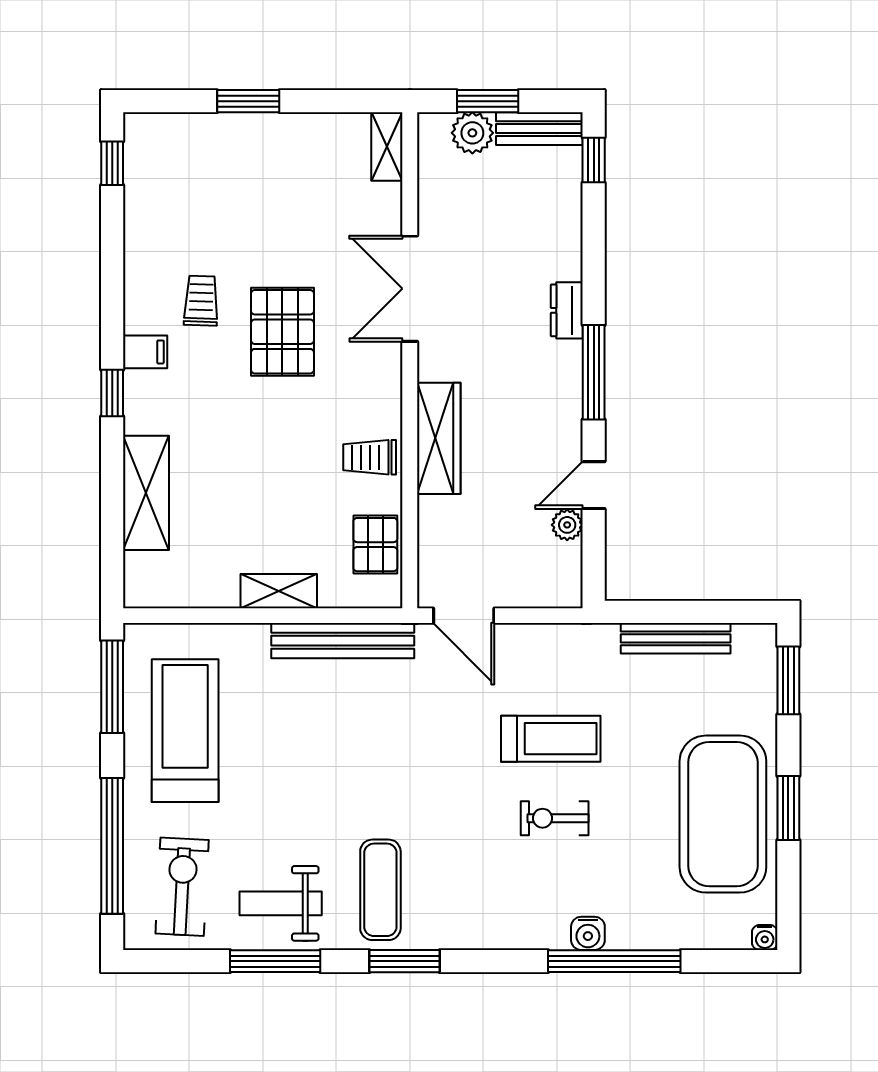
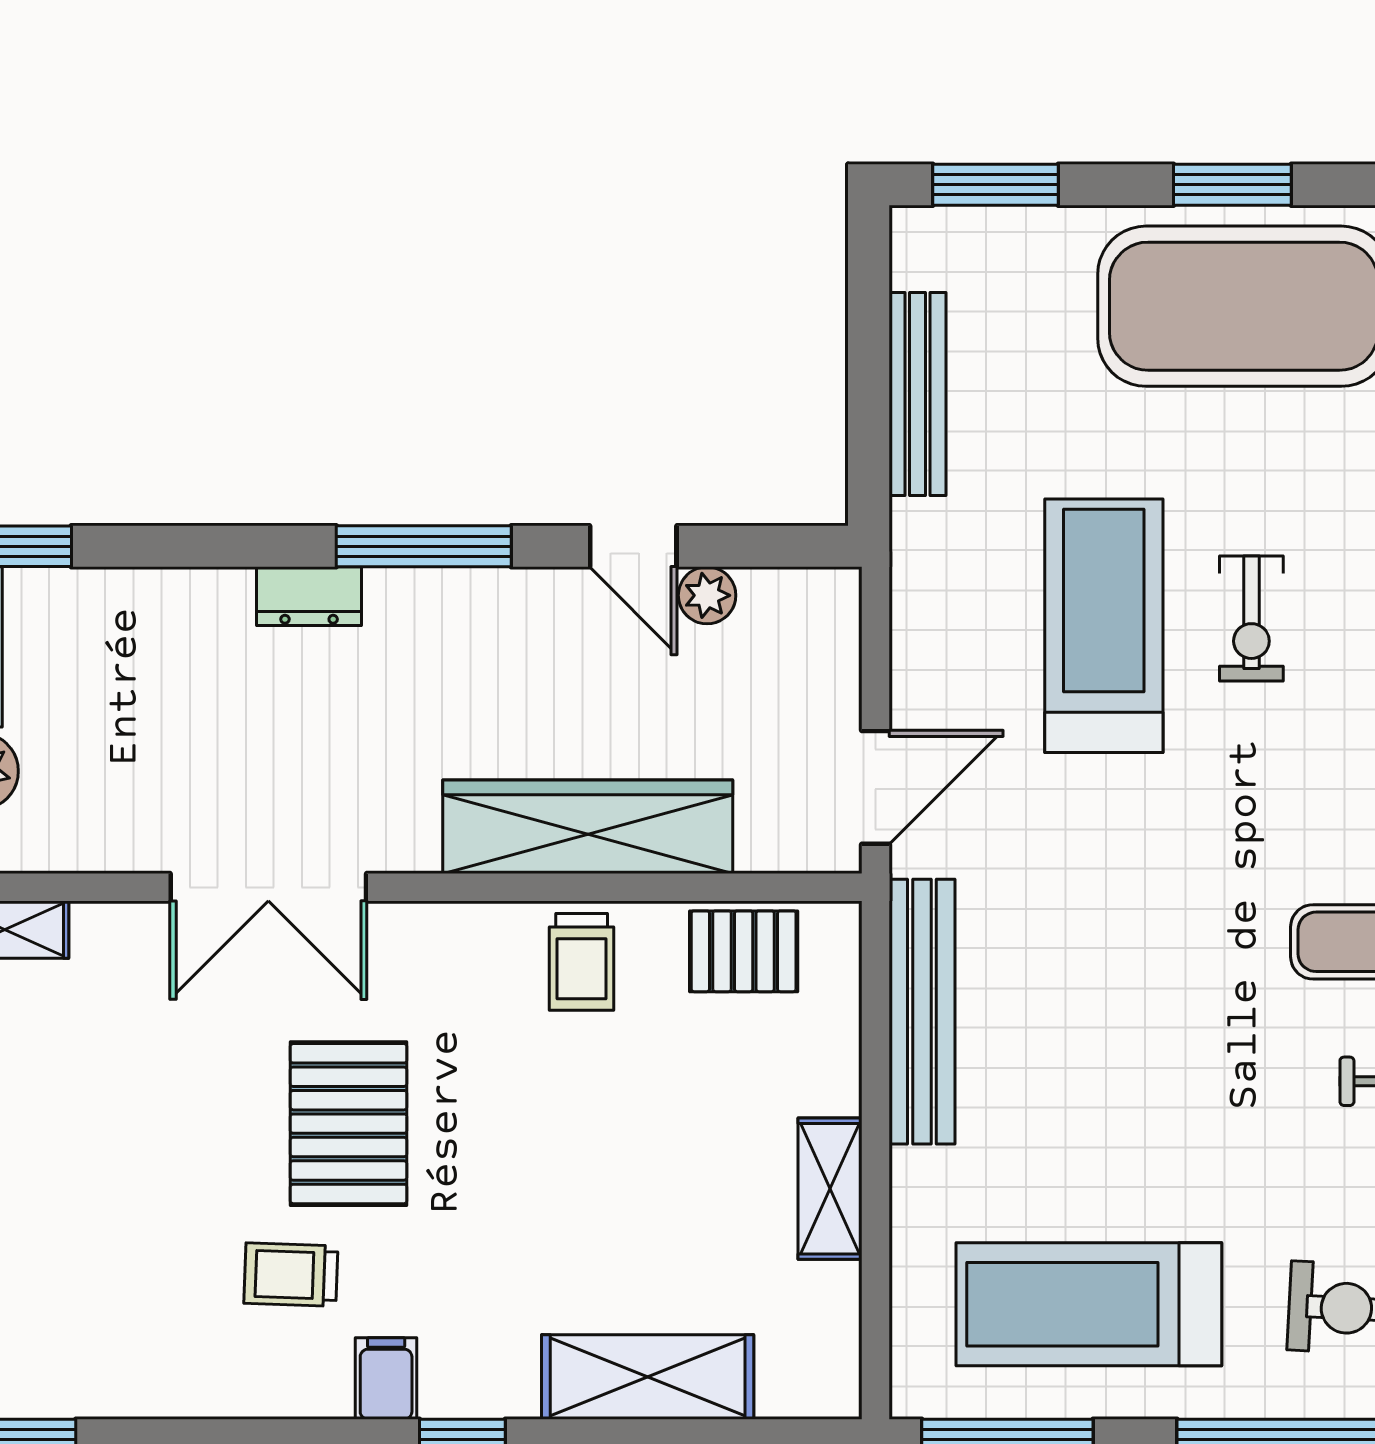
pallet: (282, 332) -> (349, 1124), turned 90
wardrobe: (439, 438) -> (588, 827), width x1.40, depth x1.17
shelving: (279, 591) -> (830, 1189), moved
treadmill: (551, 739) -> (1104, 626), width x1.37, depth x1.38

